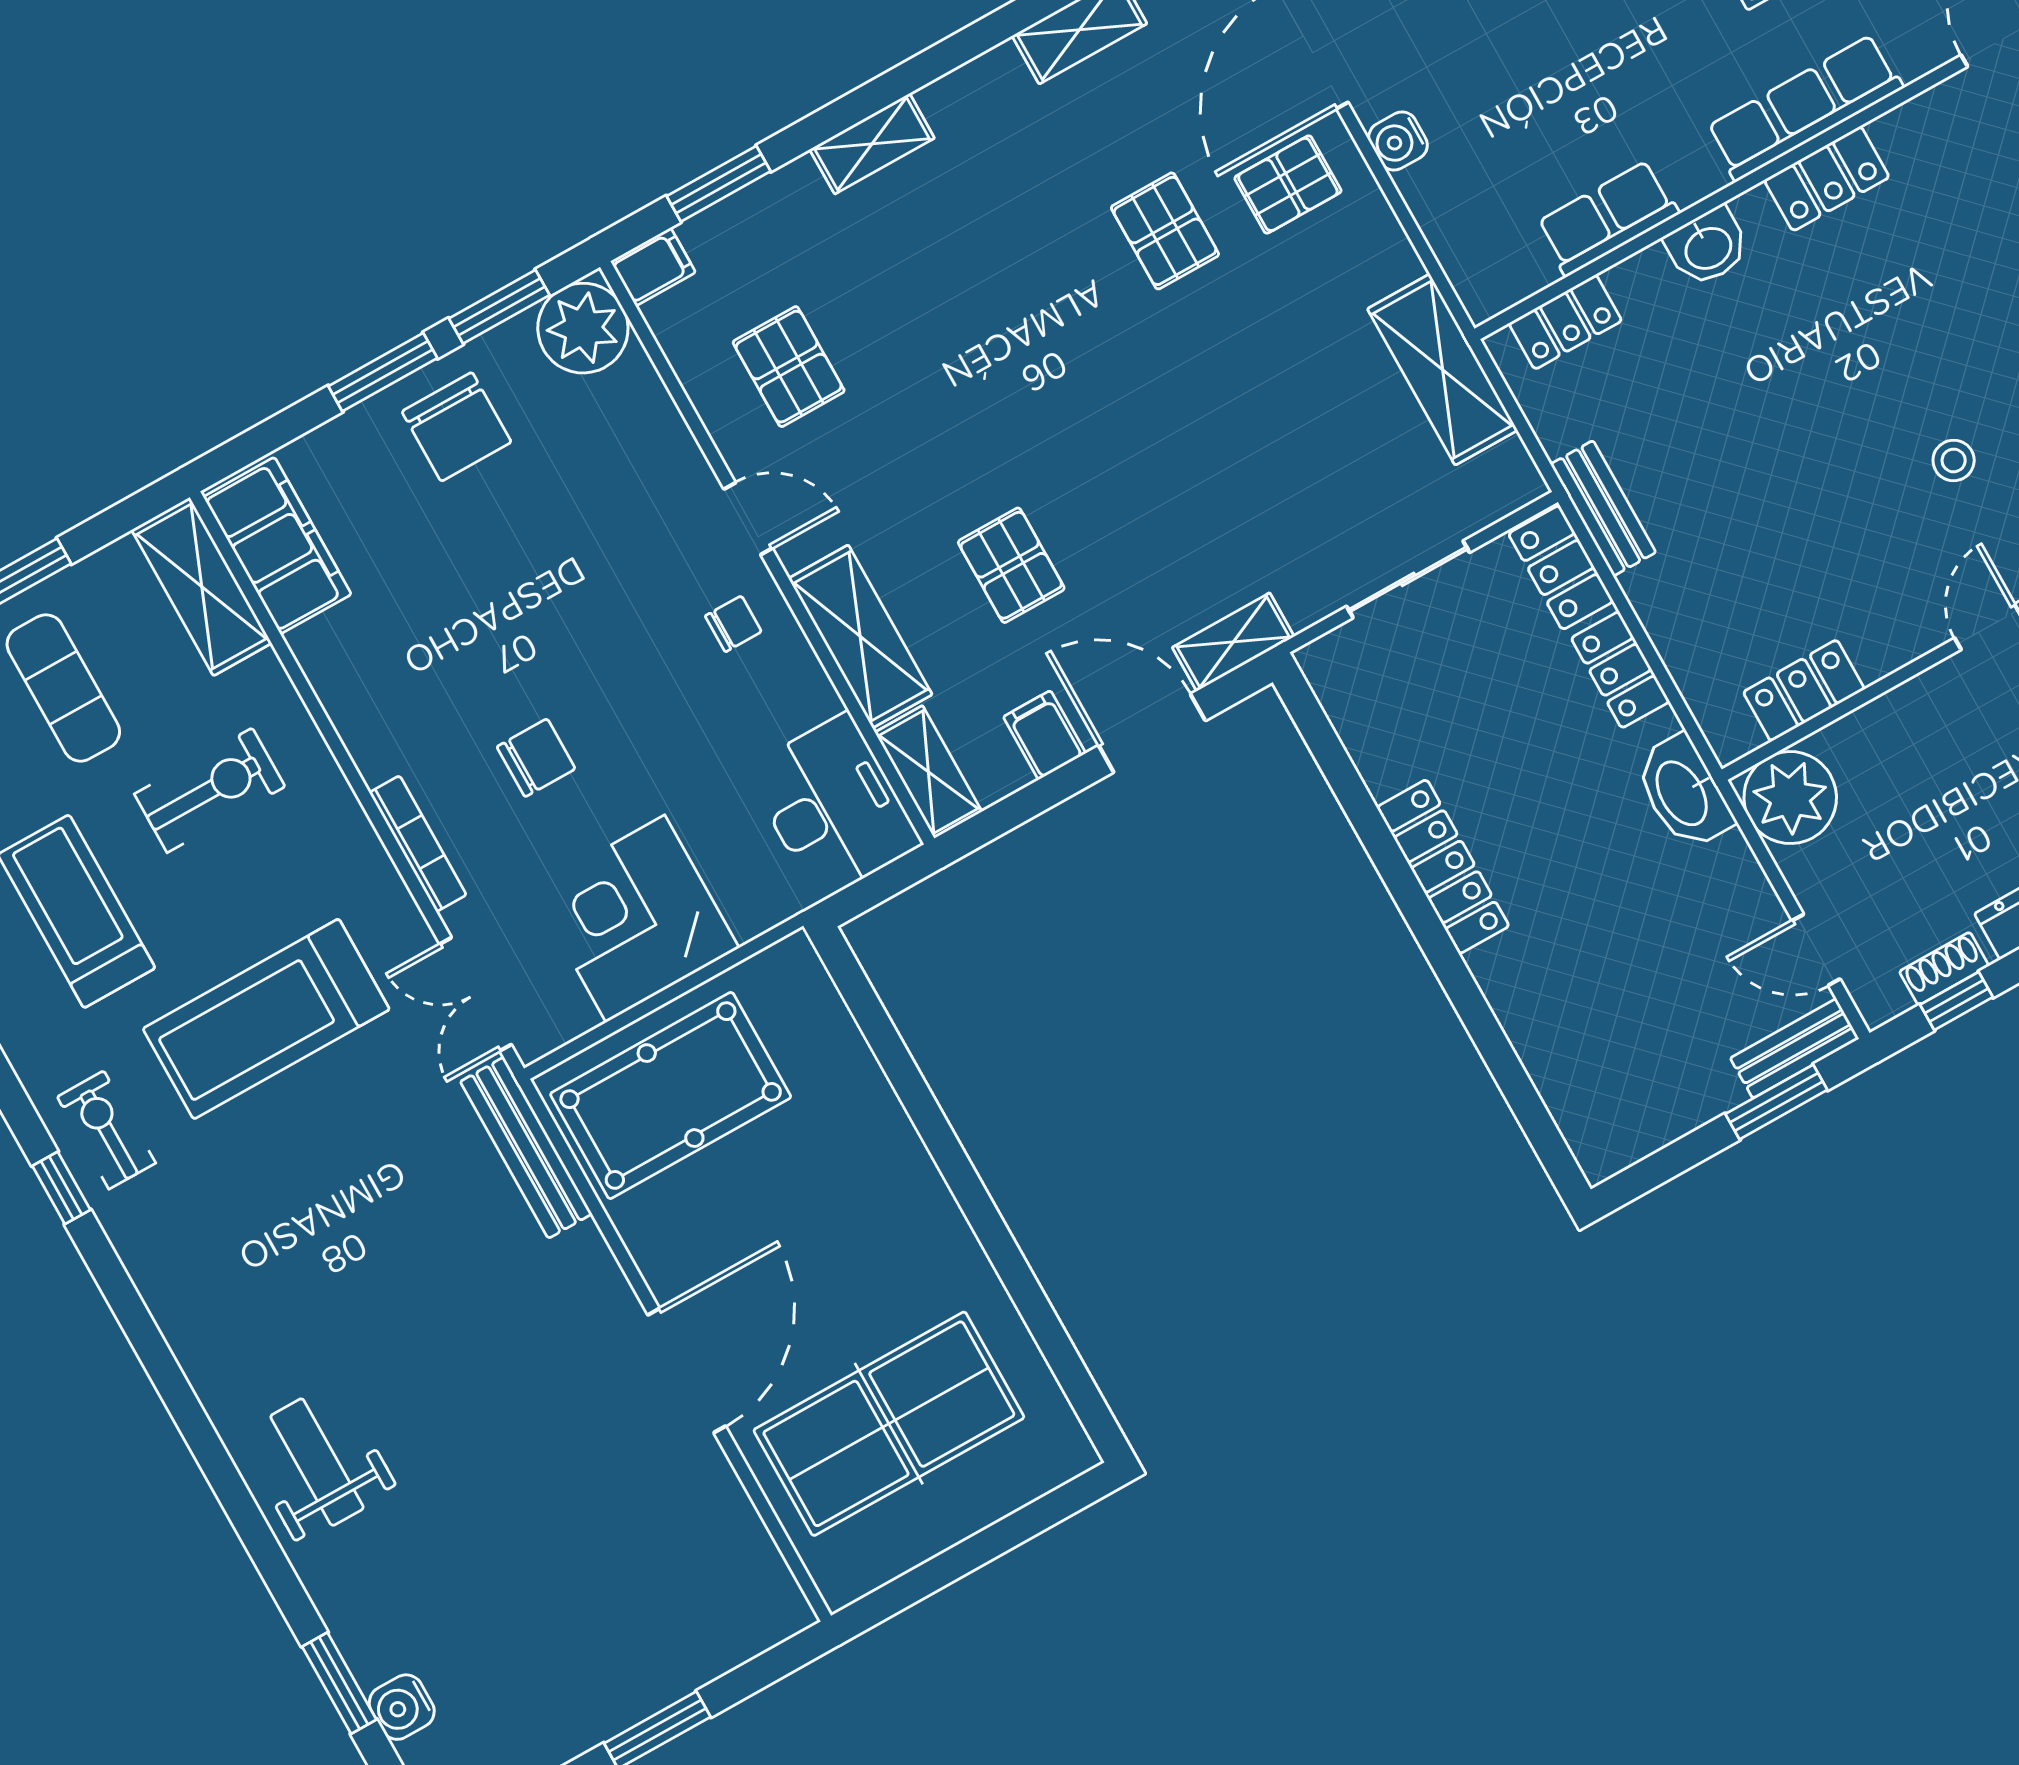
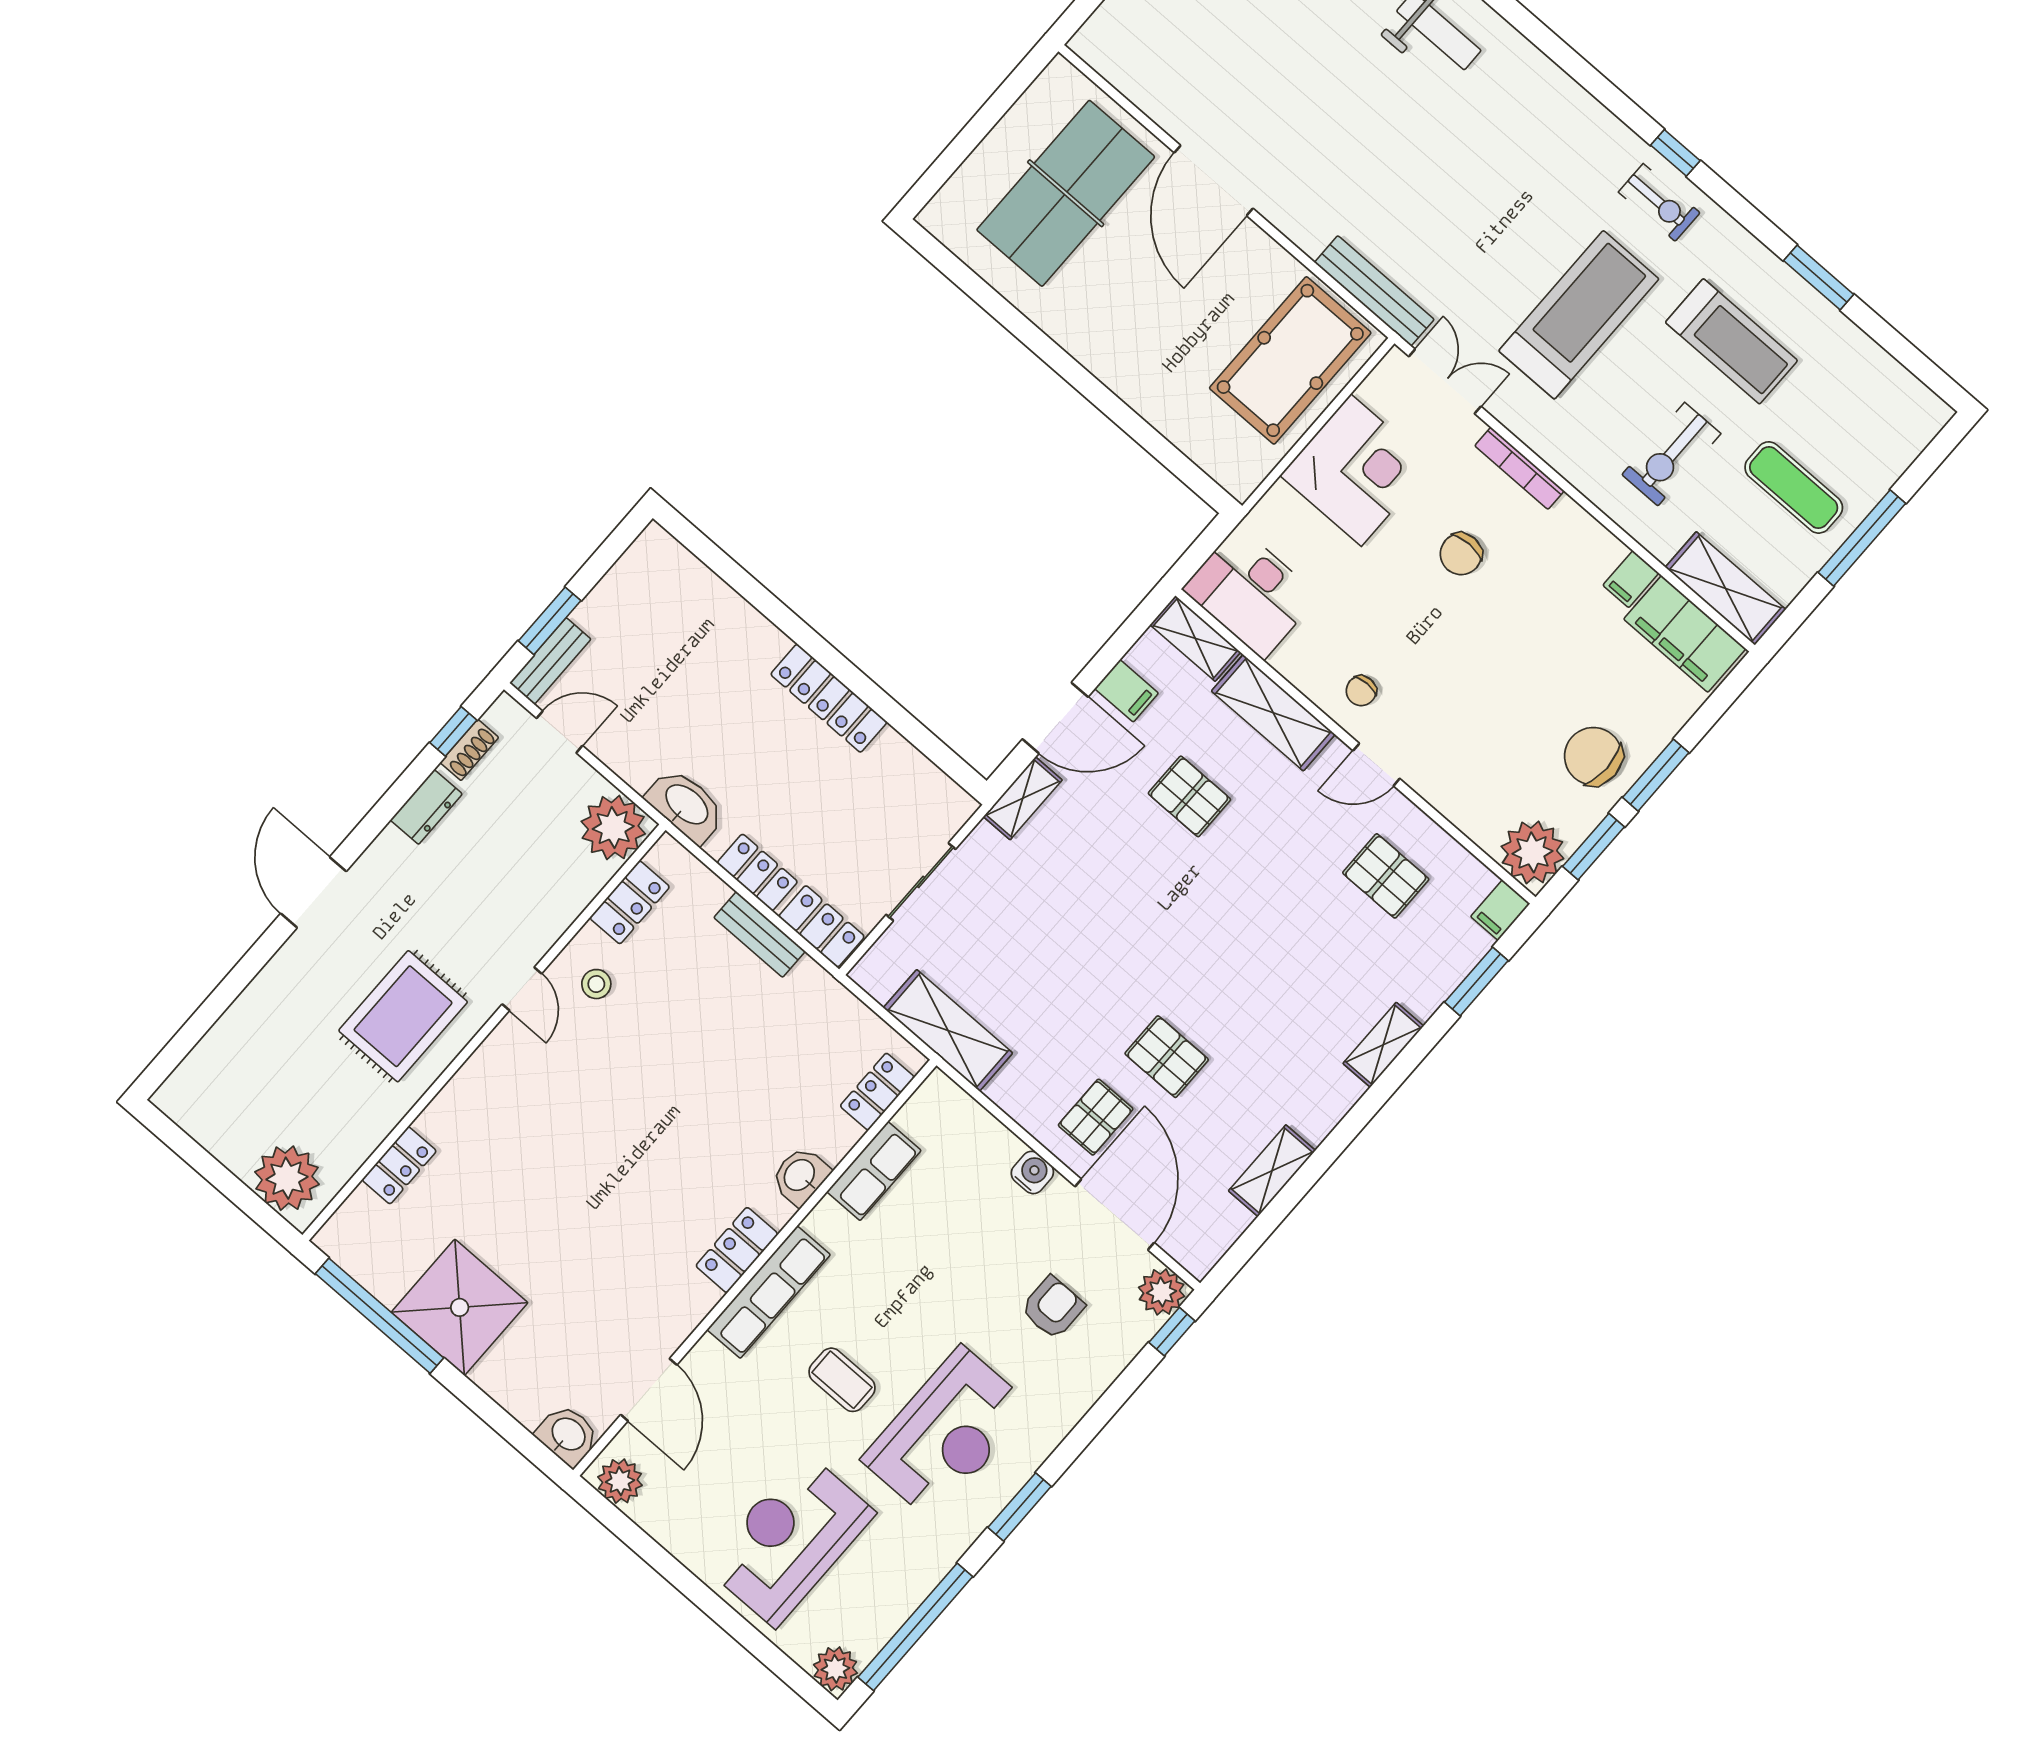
stool: (1954, 460) -> (596, 984), moved
bench: (1603, 508) -> (760, 934), moved
filing cabinet: (323, 644) -> (1631, 579), added

